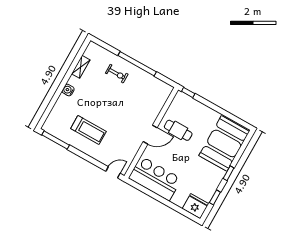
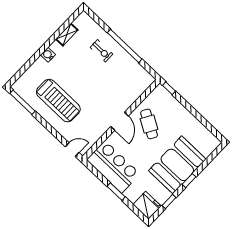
treadmill: (88, 130) -> (58, 101), width x1.37, depth x1.38
cafe table: (178, 130) -> (149, 124), turned 30
door: (150, 135) -> (120, 121), hinge flipped
booth: (224, 143) -> (177, 165), moved
window: (164, 201) -> (116, 192), added

